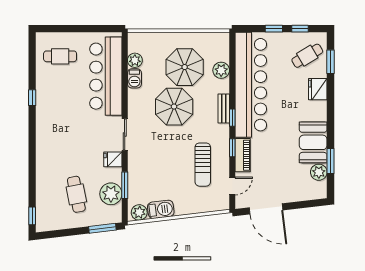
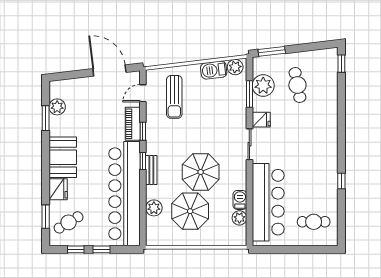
booth: (313, 142) -> (63, 157), moved
sun lounger: (203, 165) -> (174, 97), moved, turned 180

